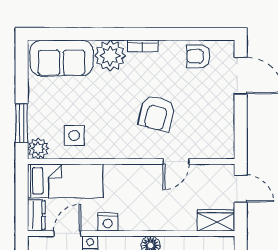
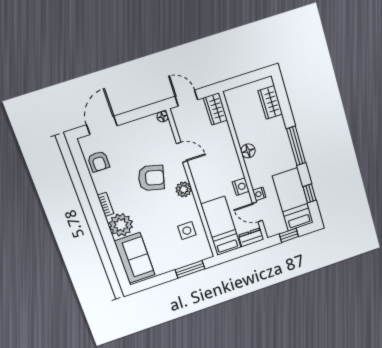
plant: (38, 149) -> (184, 189), moved
floor lamp: (228, 152) -> (162, 117), added
door: (241, 189) -> (186, 98), hinge flipped

